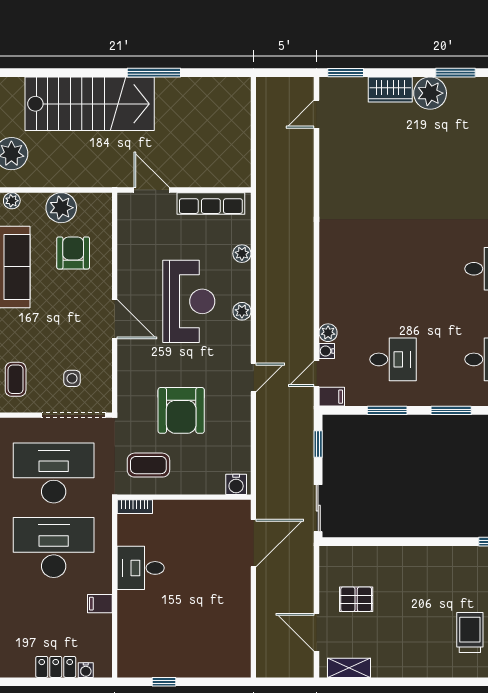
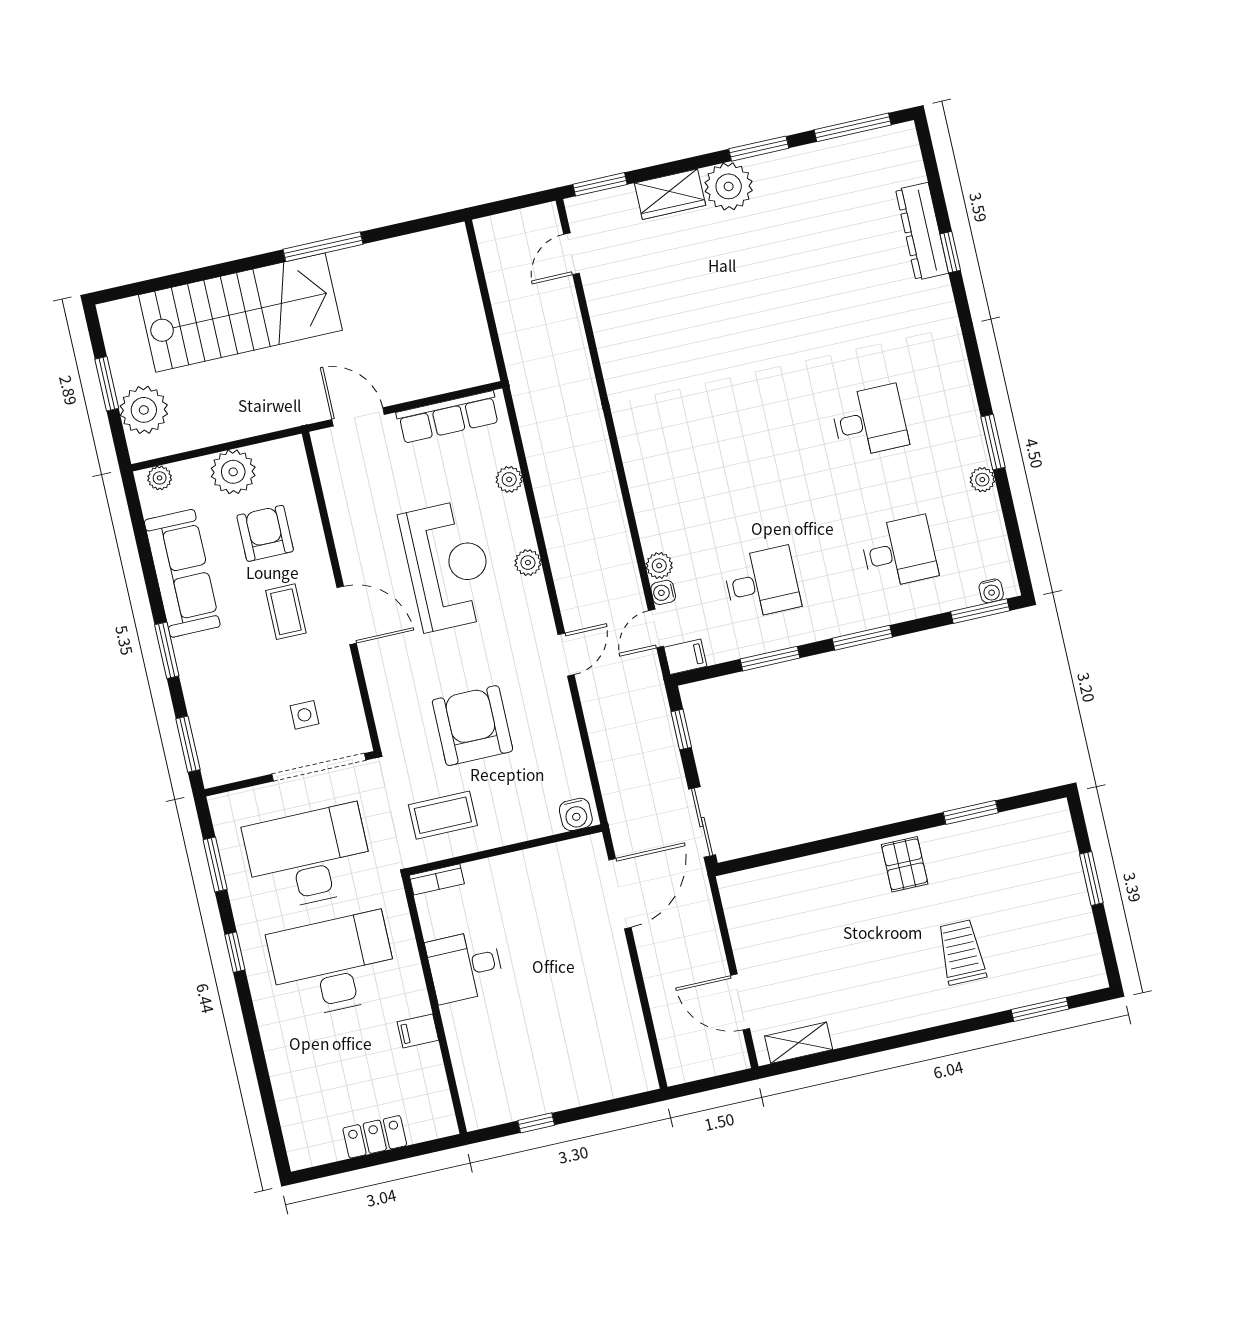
coffee table: (16, 379) -> (286, 612), moved
armchair: (181, 410) -> (472, 726), turned 180
pallet: (356, 599) -> (905, 864), moved, turned 90
water cooler: (86, 670) -> (419, 1132), removed

